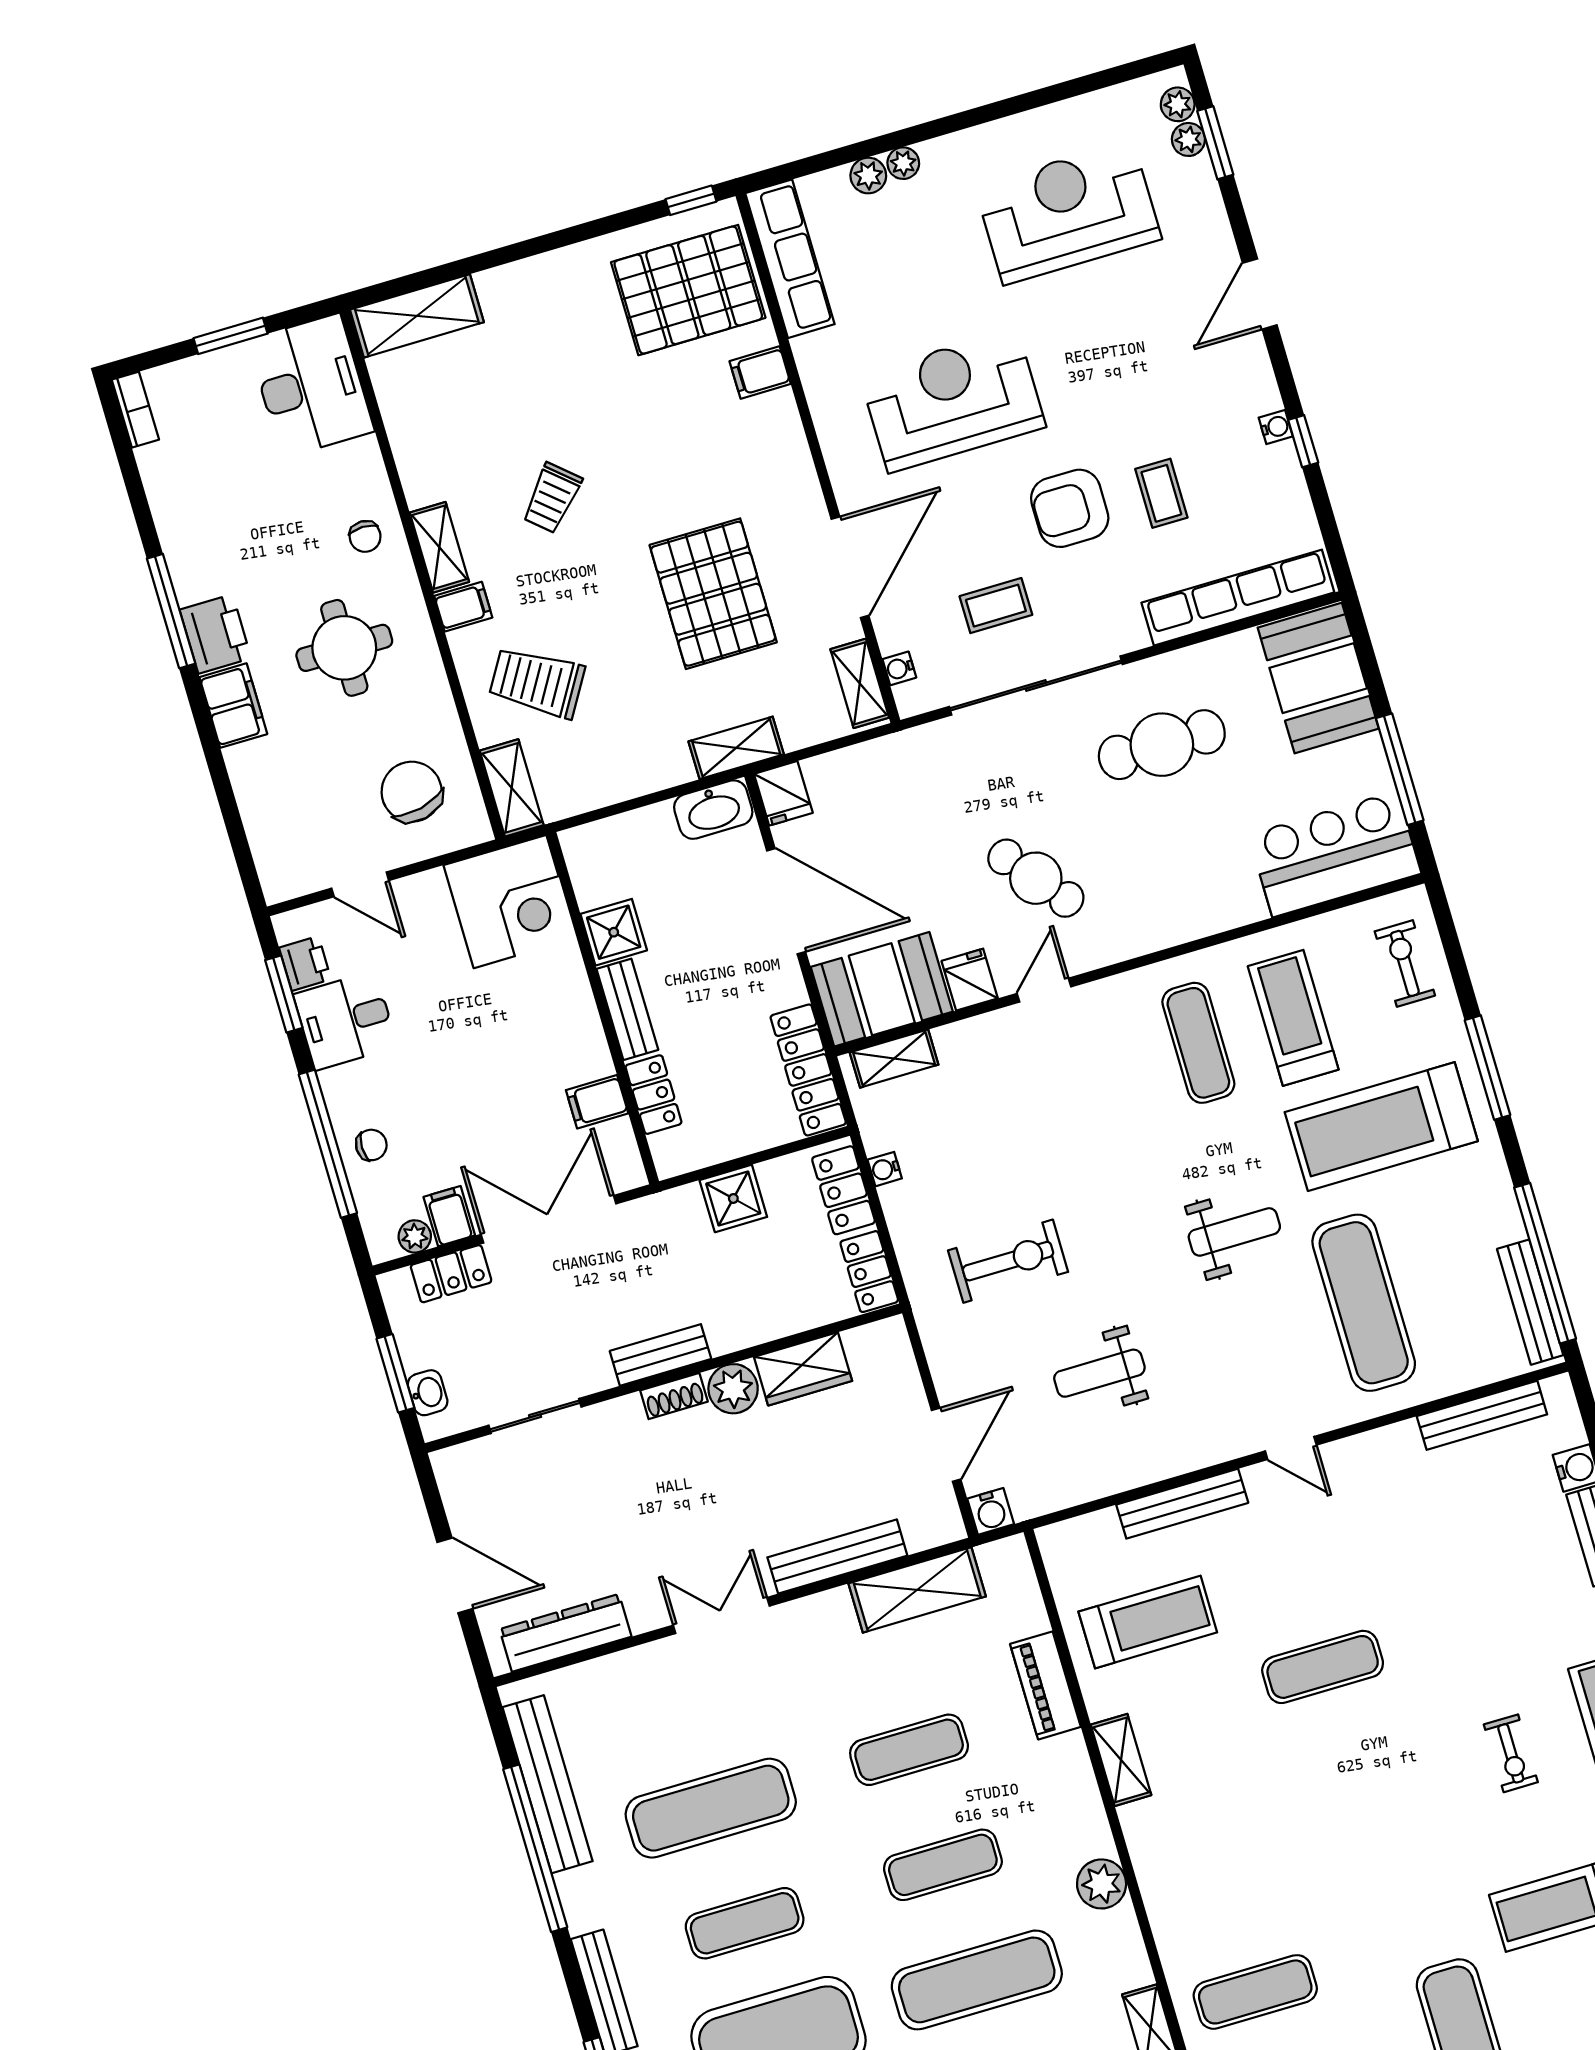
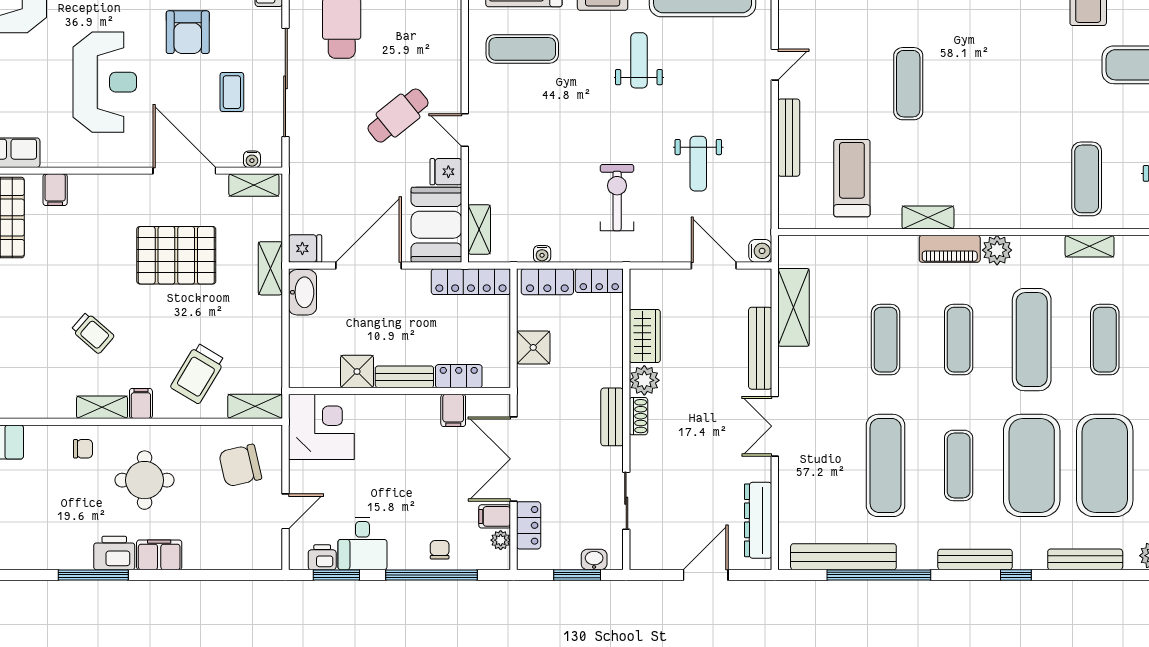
reception desk: (953, 401) -> (105, 82), turned 180
piano: (1045, 1685) -> (950, 249), moved

